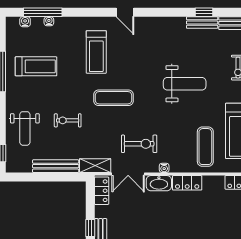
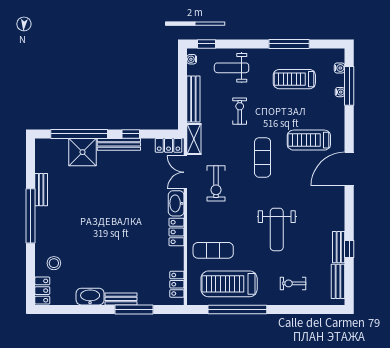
door: (125, 12) -> (349, 169), width x1.88
treadmill: (36, 66) -> (294, 79), turned 90
water cooler: (164, 168) -> (192, 59), moved

